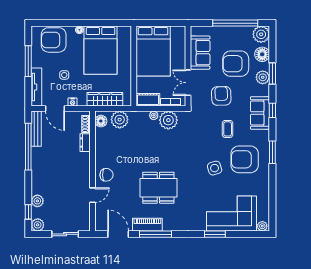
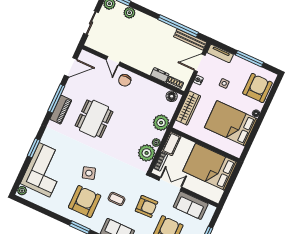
tv unit: (36, 87) -> (220, 53), width x0.71
plant: (120, 120) -> (161, 123), moved
piano: (147, 225) -> (61, 110), moved

